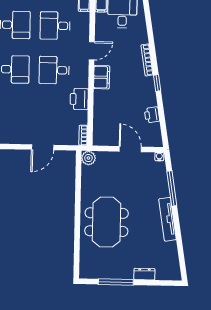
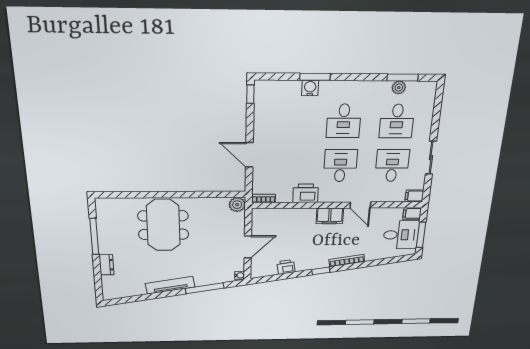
meeting table: (106, 222) -> (163, 225), turned 90

